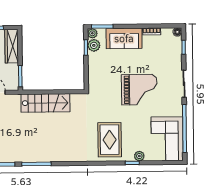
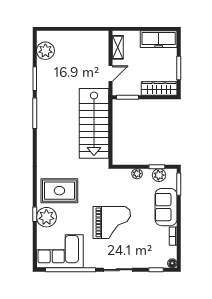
plant: (92, 33) -> (137, 174), moved
grand piano: (139, 90) -> (112, 222), turned -90
stairs: (45, 103) -> (94, 123), width x1.36, depth x1.51
plant: (139, 156) -> (46, 217), width x1.87, depth x1.87

